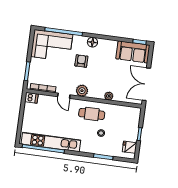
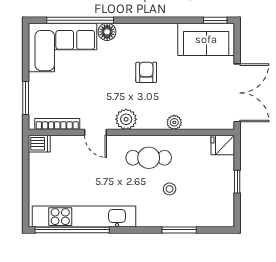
floor lamp: (92, 42) -> (107, 32), moved
armchair: (81, 61) -> (146, 72), moved
double door: (146, 84) -> (237, 93), swing flipped
fridge: (130, 147) -> (223, 145), moved

